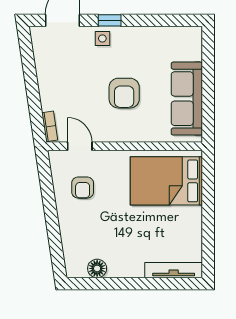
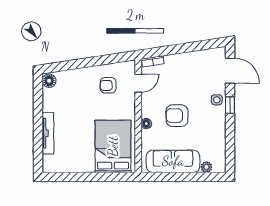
plant: (195, 53) -> (206, 167), added
floor lamp: (135, 135) -> (146, 124), added
floor lamp: (97, 268) -> (49, 81), moved
tv unit: (174, 270) -> (48, 133), moved

